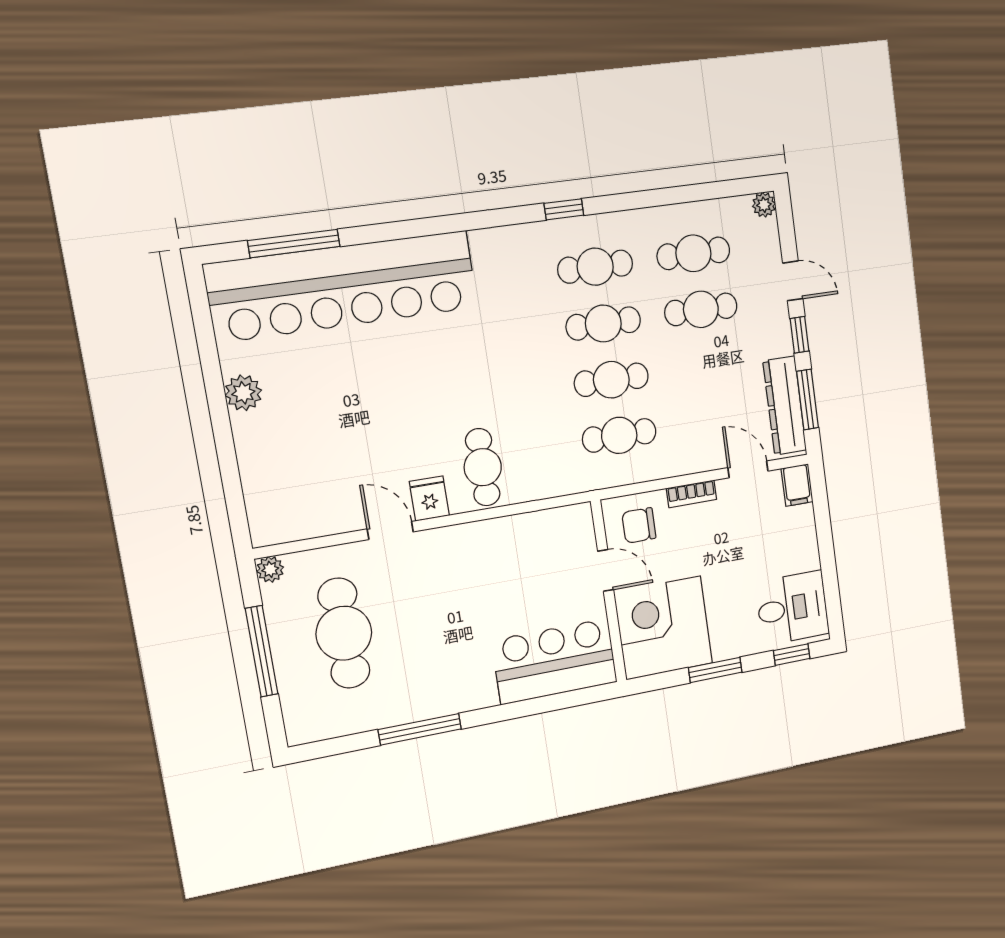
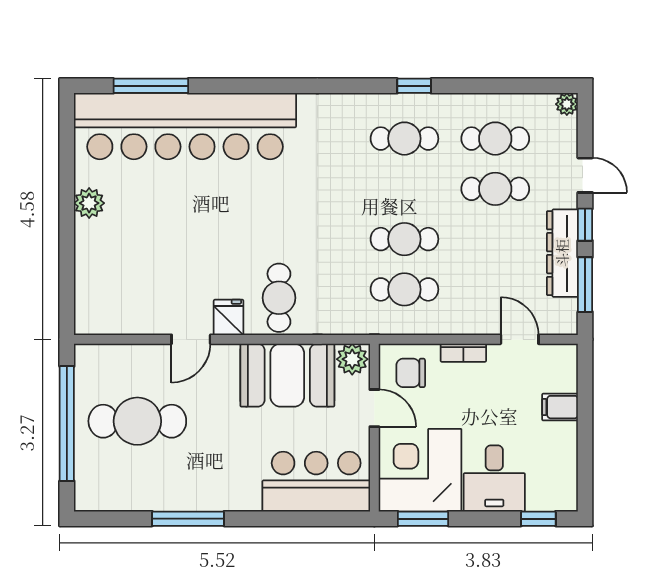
window: (564, 209) -> (414, 86), moved
cafe table: (603, 323) -> (404, 189), removed
dresser: (785, 406) -> (562, 253), moved
filing cabinet: (797, 485) -> (560, 407), moved, turned 90
door: (390, 530) -> (191, 339), swing flipped
booth: (505, 551) -> (287, 375), added
plant: (270, 569) -> (352, 359), moved, width x1.38, depth x1.38
desk: (792, 608) -> (494, 478), moved, turned 90
cafe table: (344, 633) -> (137, 421), turned 90
window: (262, 651) -> (67, 424), width x1.46
window: (715, 670) -> (423, 519), moved

